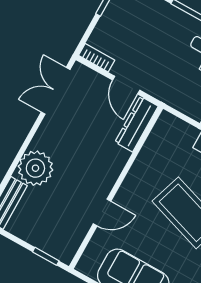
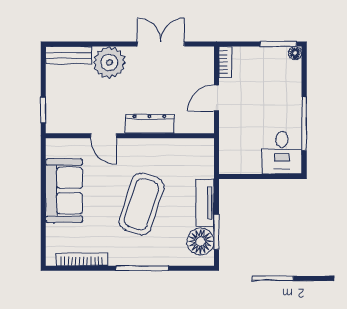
double door: (56, 91) -> (161, 44), moved
dresser: (137, 124) -> (149, 124), moved

